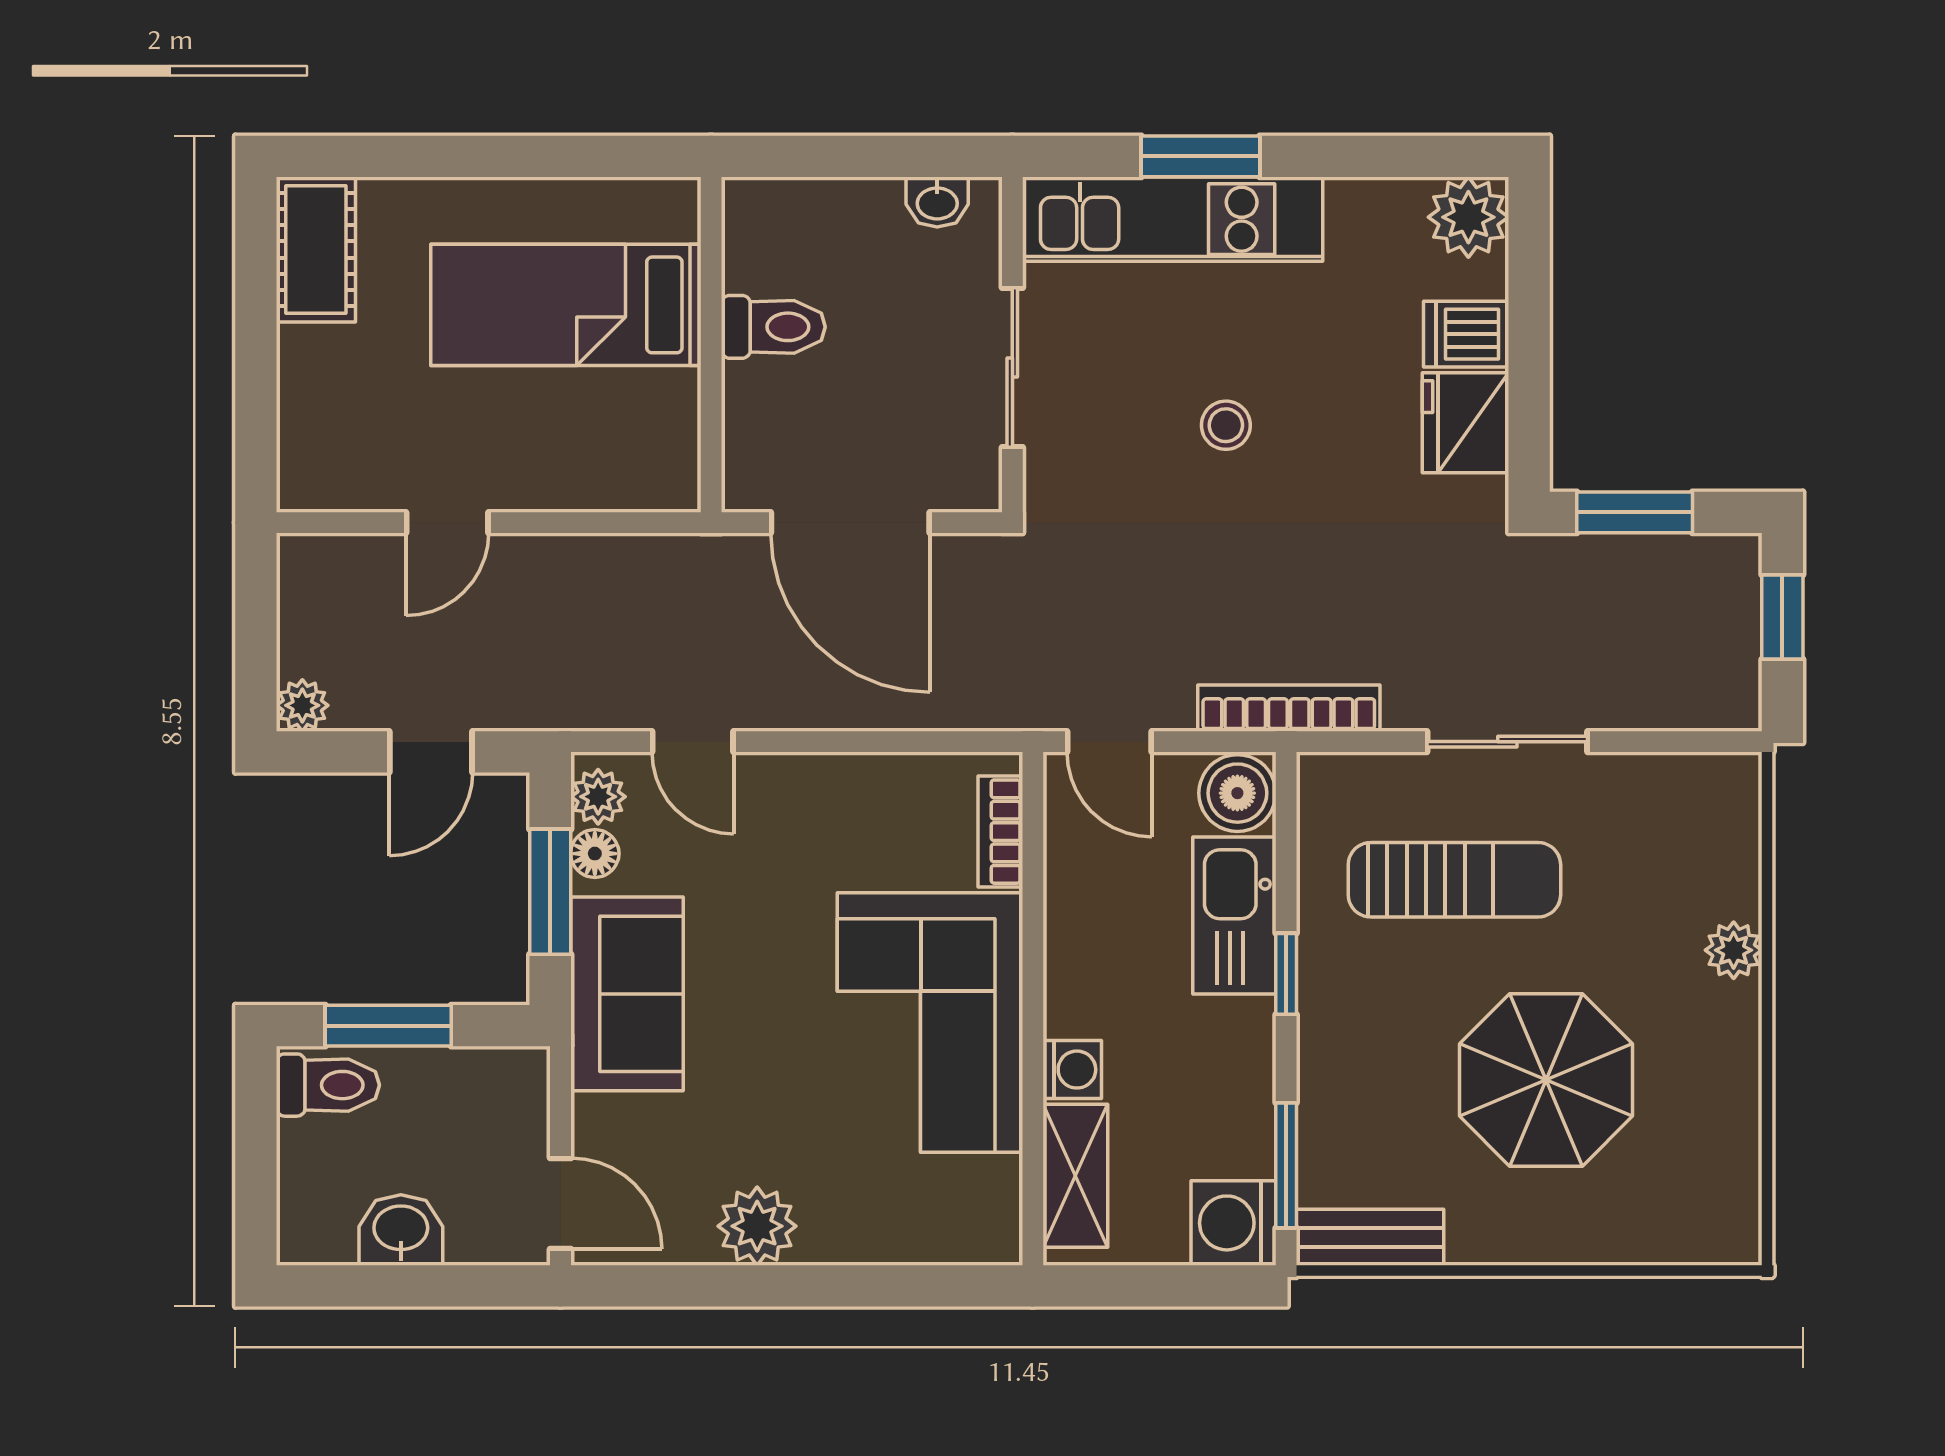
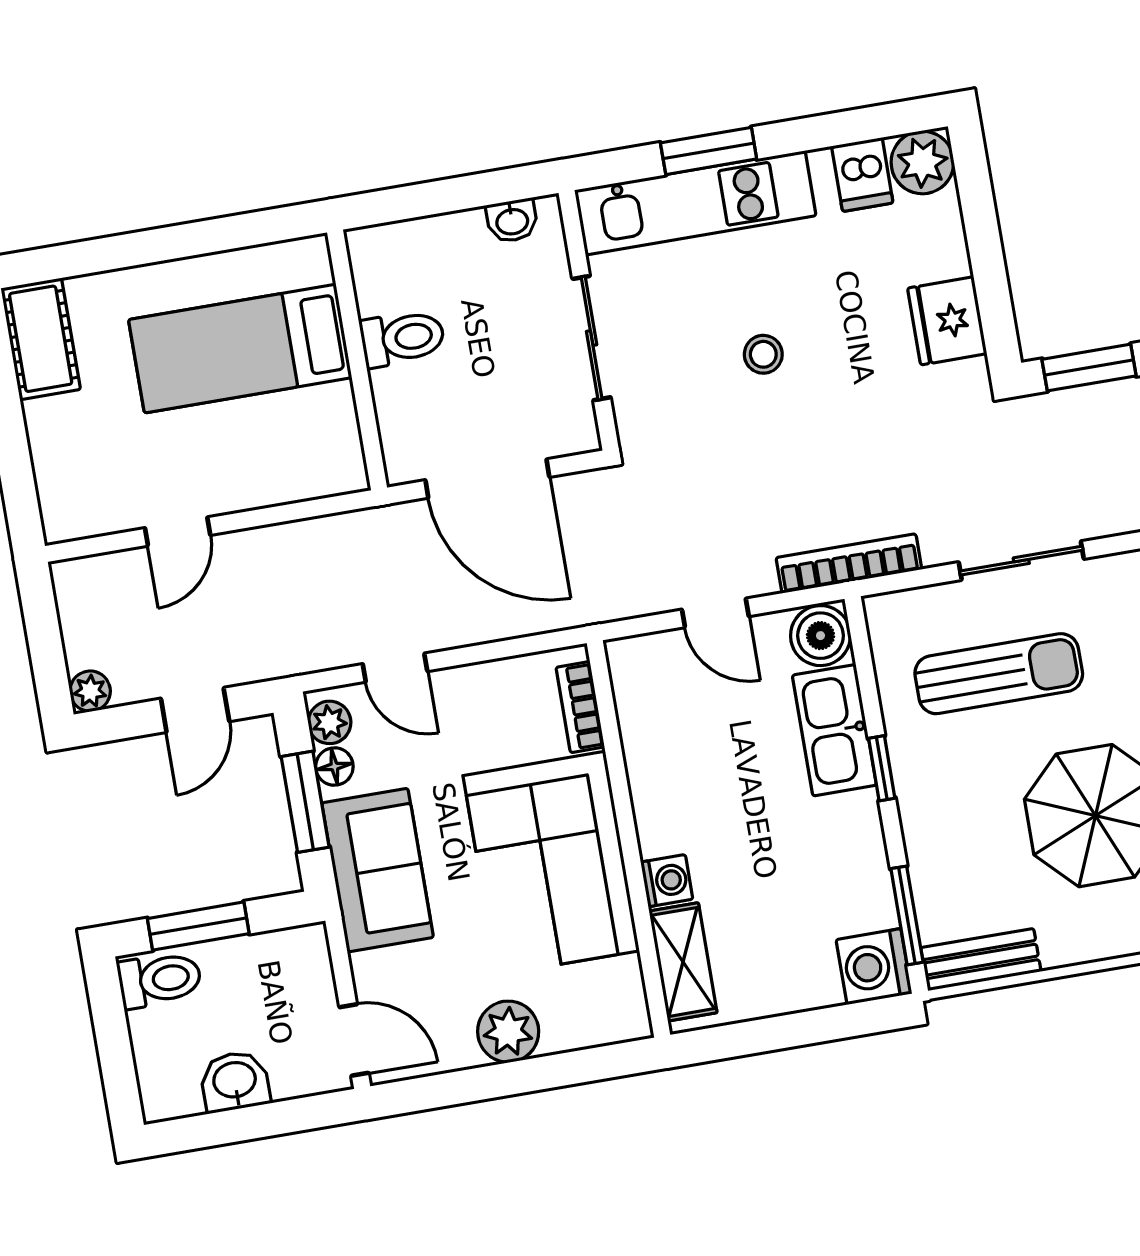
dishwasher: (1466, 334) -> (862, 175), moved, turned -90
bookcase: (1000, 832) -> (580, 707), moved
wall: (1033, 1009) -> (628, 839), moved
corner sofa: (930, 1022) -> (551, 863), moved
washing machine: (1072, 1070) -> (667, 881), moved
shelving: (1075, 1176) -> (683, 962), moved

